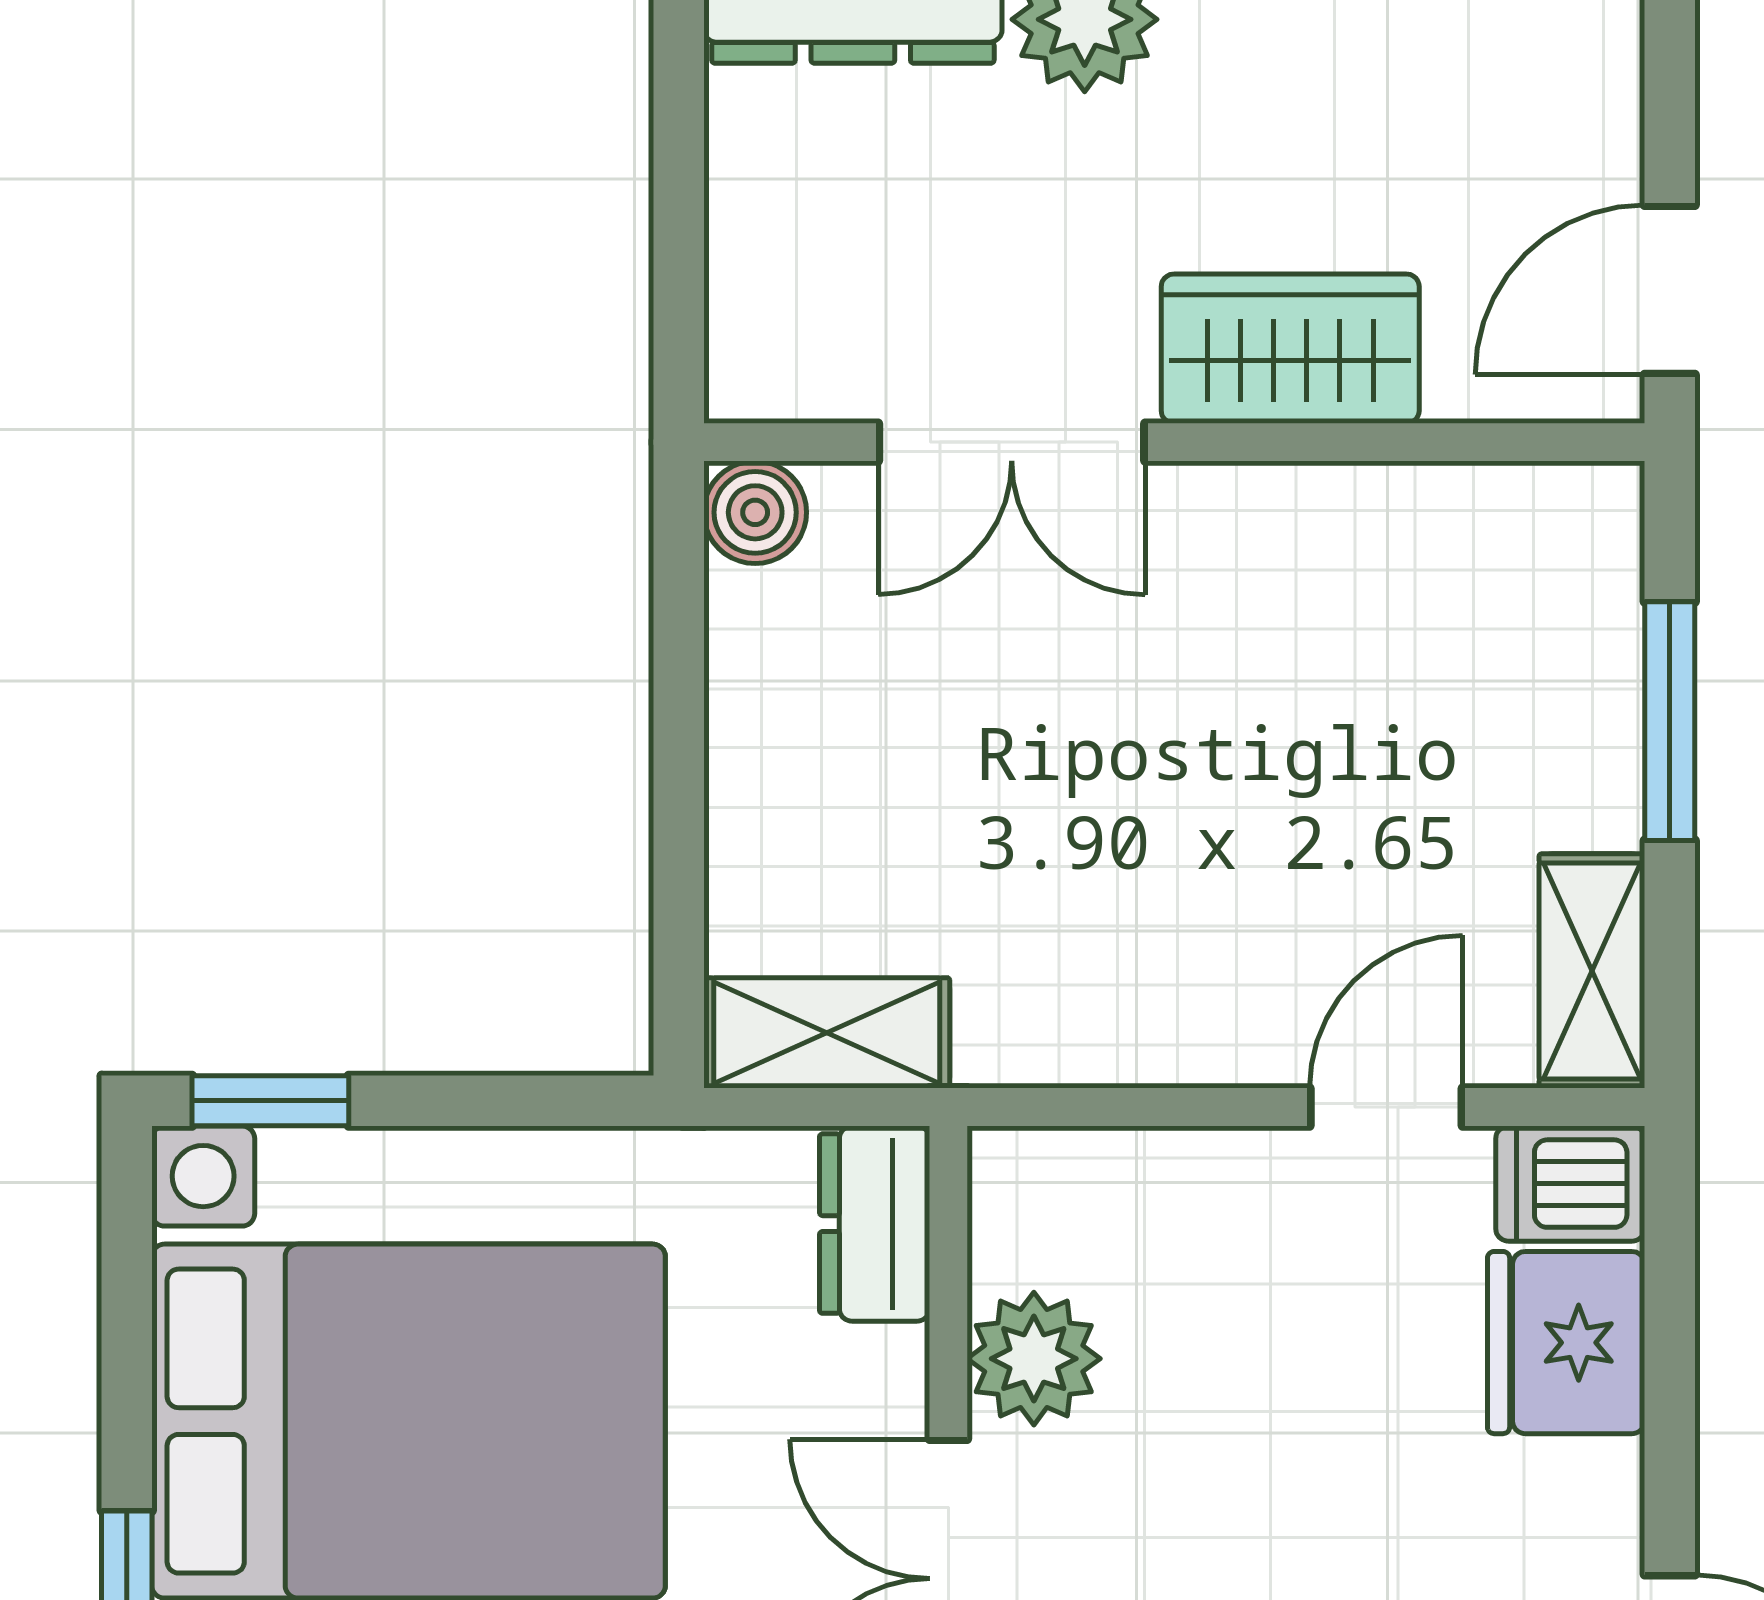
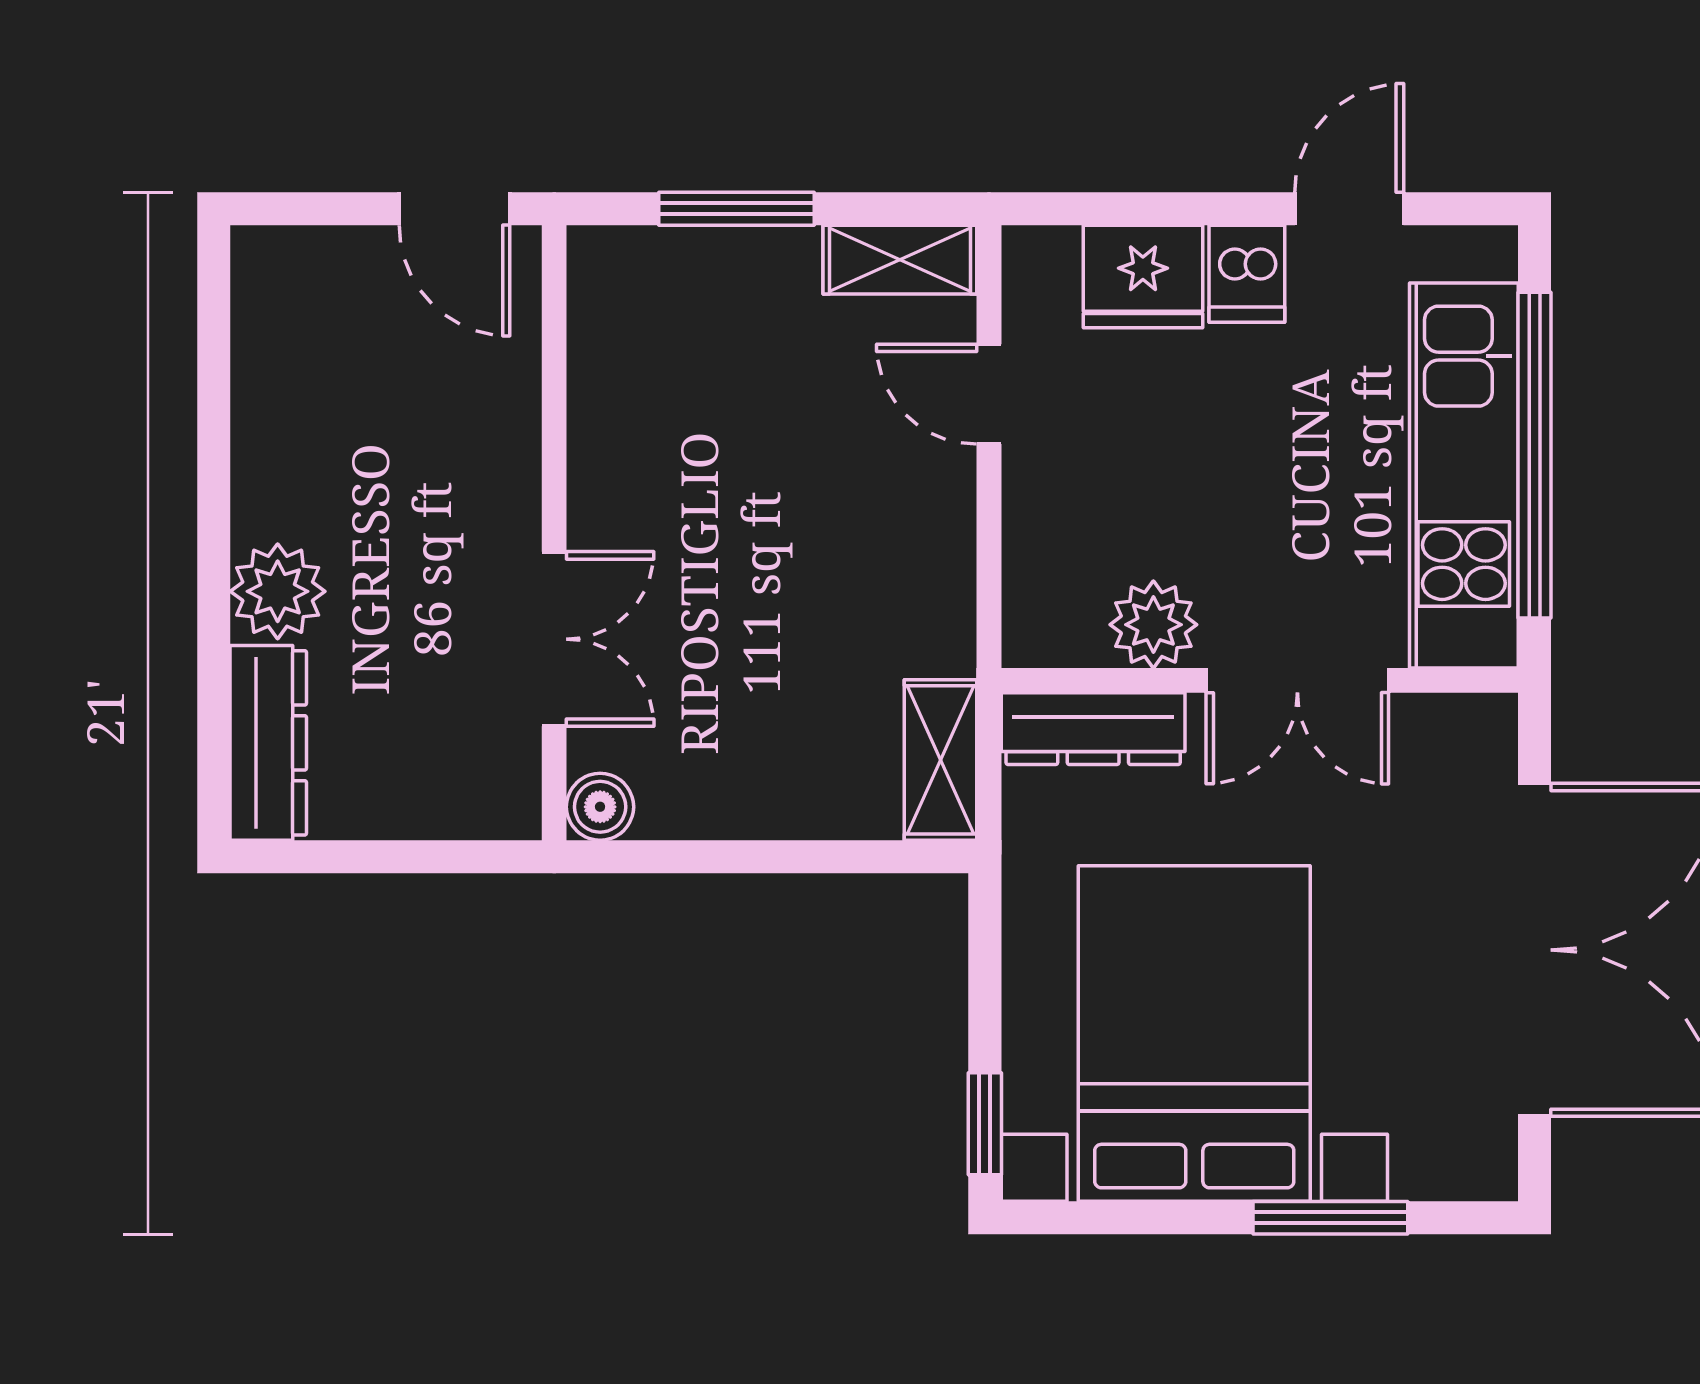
wardrobe: (1290, 349) -> (493, 457), removed
dishwasher: (1570, 1184) -> (1247, 274), moved
dresser: (875, 1224) -> (1093, 729), width x1.44

